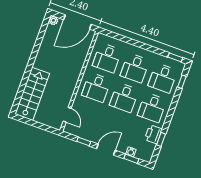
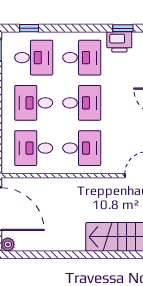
desk: (107, 58) -> (34, 148), turned 180
desk: (135, 68) -> (34, 103), turned 180

